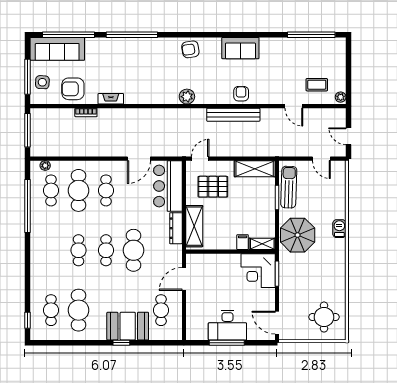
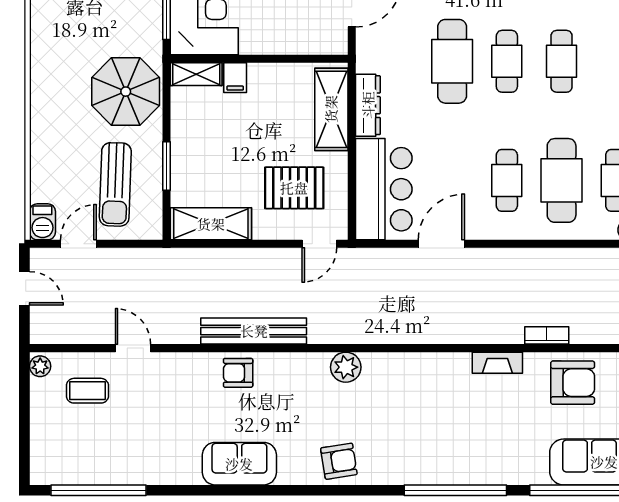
armchair: (241, 94) -> (238, 373), turned 90
door: (321, 159) -> (78, 244), hinge flipped
sun lounger: (289, 187) -> (115, 184), moved
barbecue: (339, 229) -> (42, 222), moved

